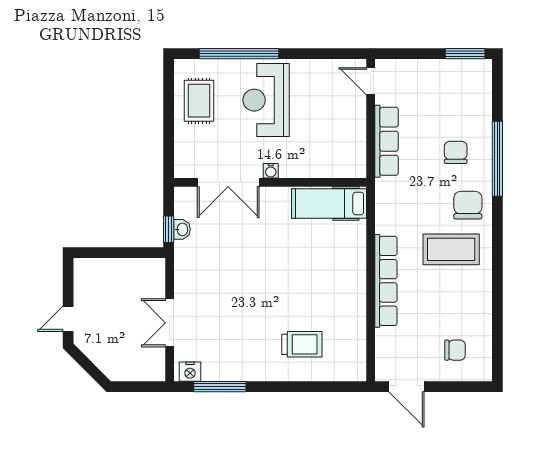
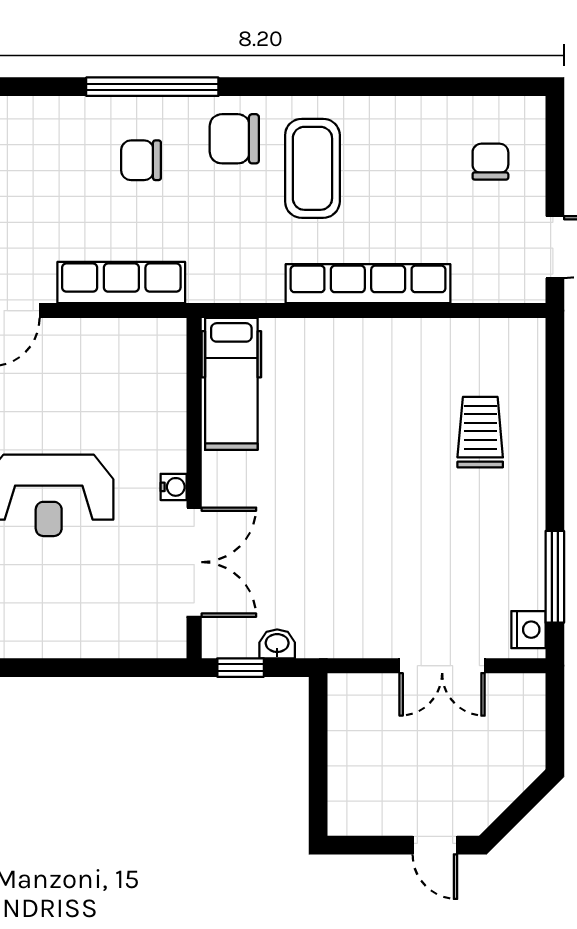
rug: (199, 101) -> (50, 614), removed
window: (169, 229) -> (241, 668), moved

